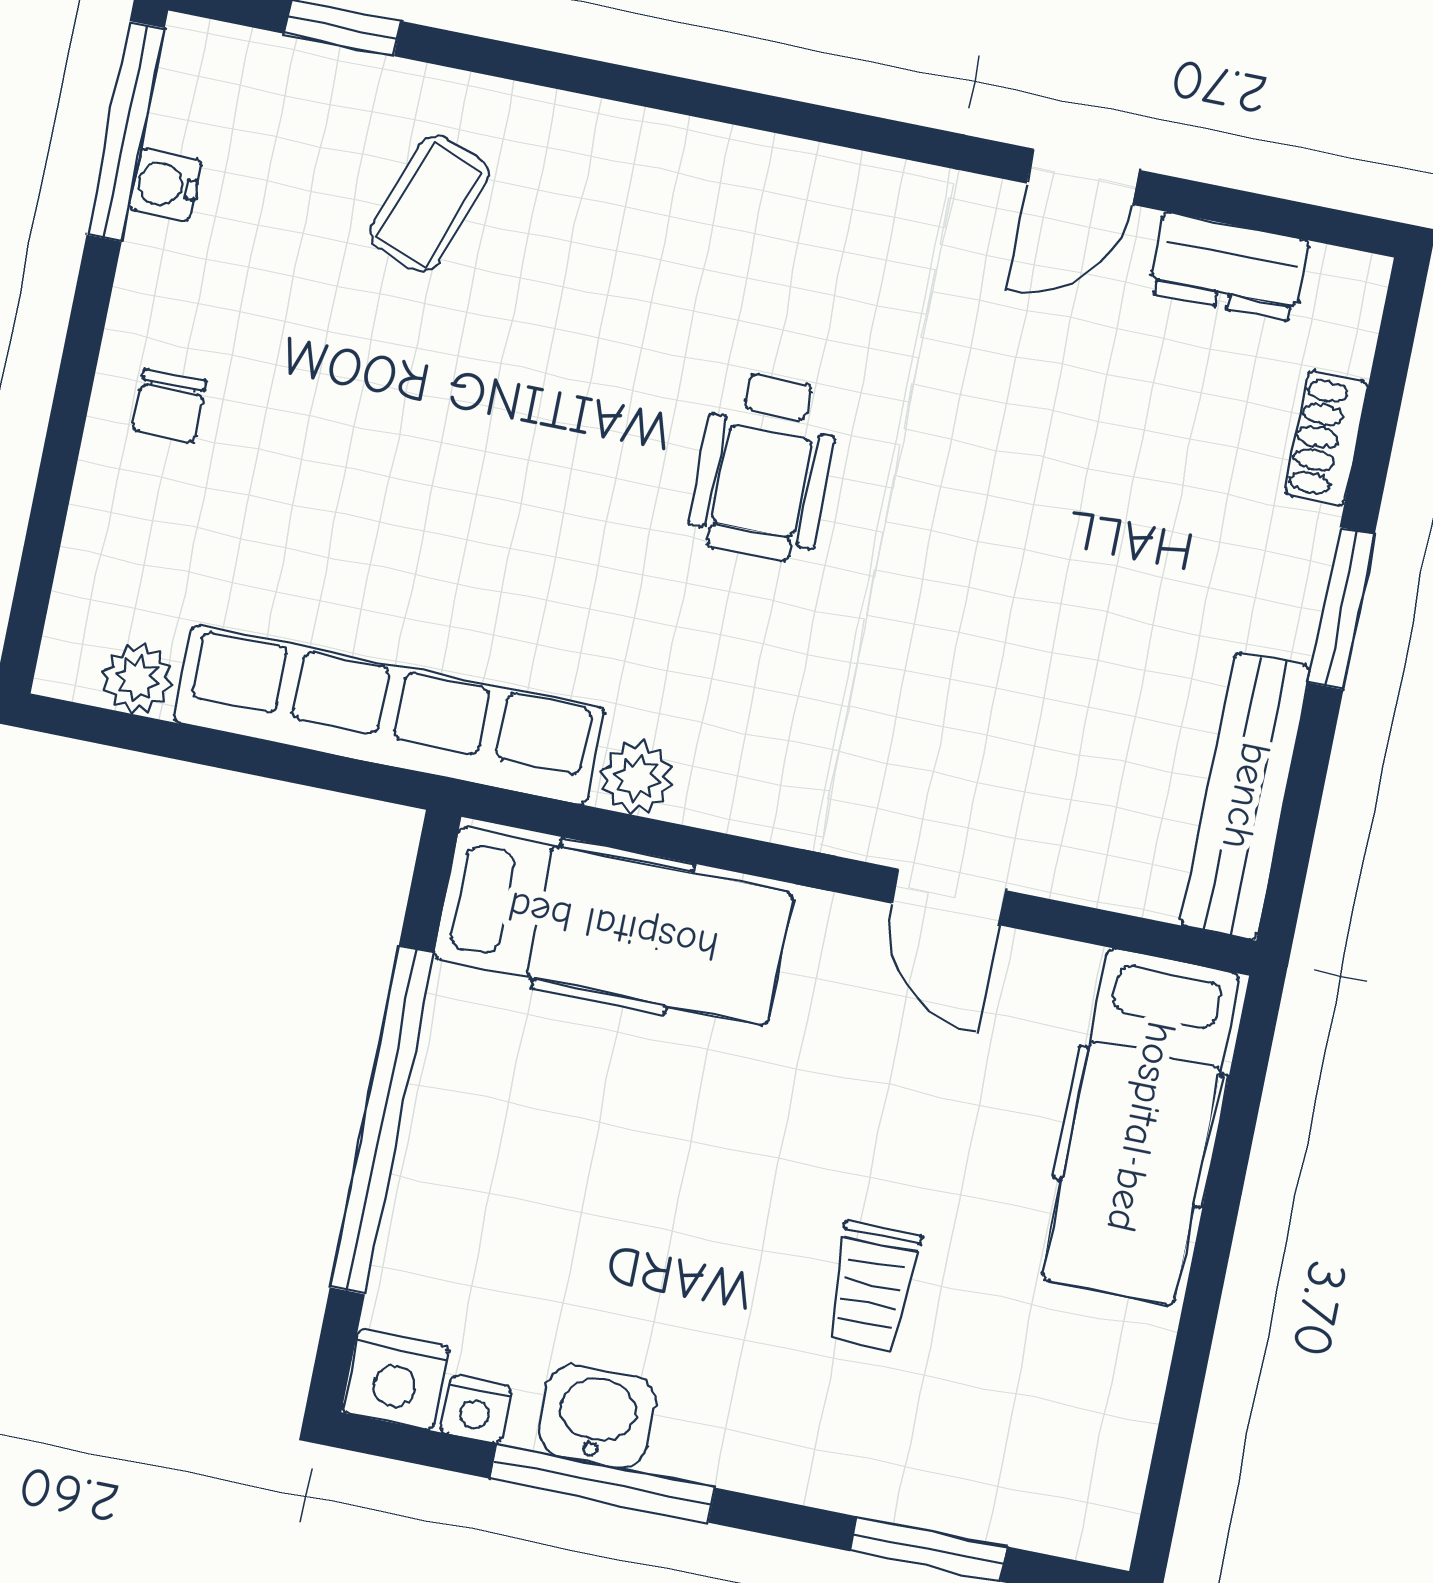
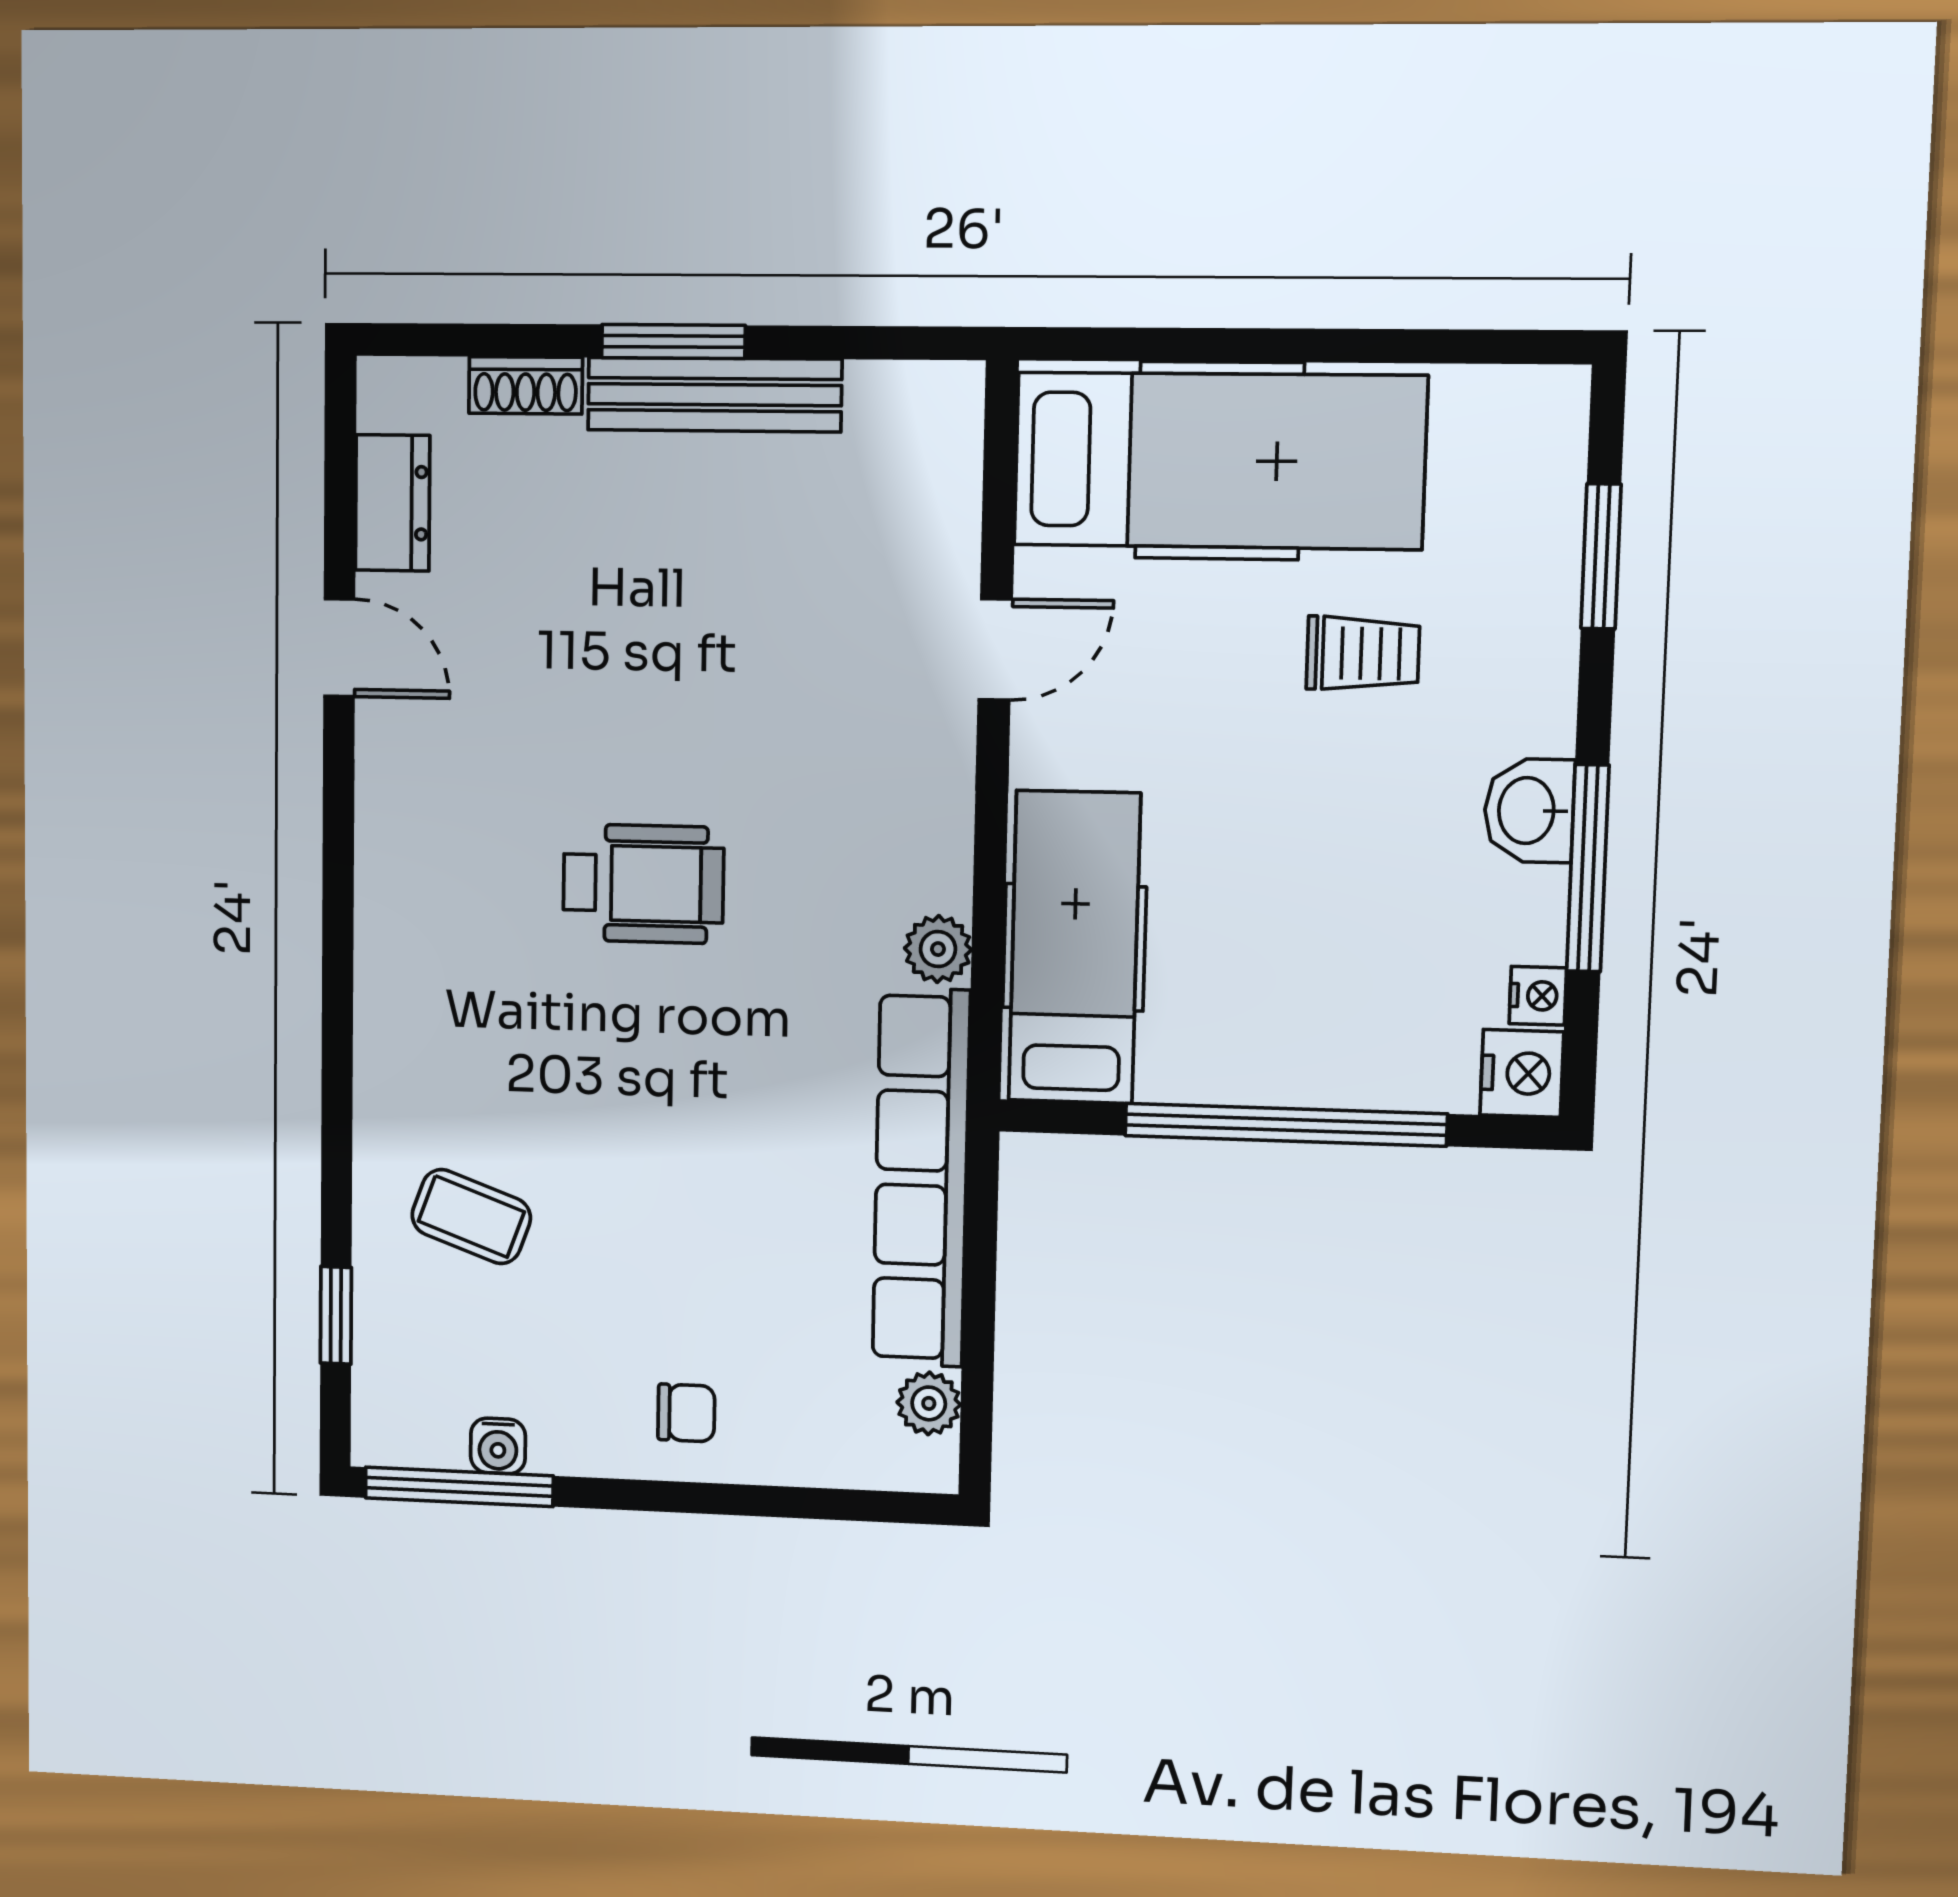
bench: (1246, 796) -> (714, 395), moved
hospital bed: (1141, 1127) -> (1219, 461), width x1.37, depth x1.29
washbasin: (597, 1416) -> (1529, 811), moved

